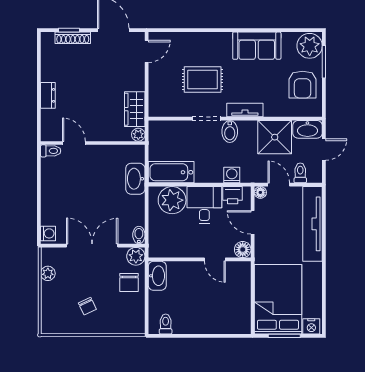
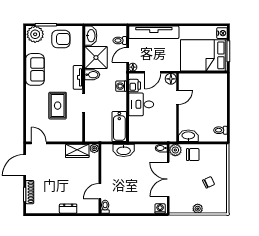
bidet: (230, 131) -> (92, 75), moved
door: (324, 150) -> (104, 25), removed
plant: (172, 200) -> (138, 126), removed
plant: (48, 273) -> (198, 209), moved

